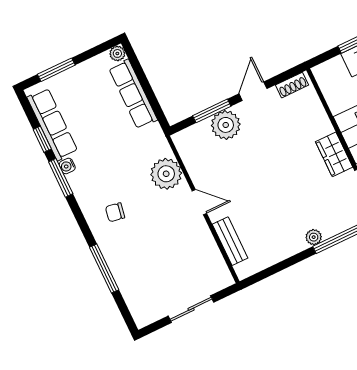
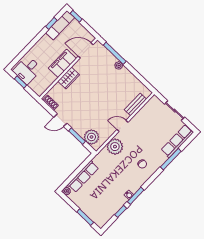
row of seats: (52, 124) -> (177, 141), moved
plant: (226, 125) -> (91, 137), moved
wardrobe: (334, 154) -> (69, 78), moved
door: (199, 202) -> (122, 126), hinge flipped

